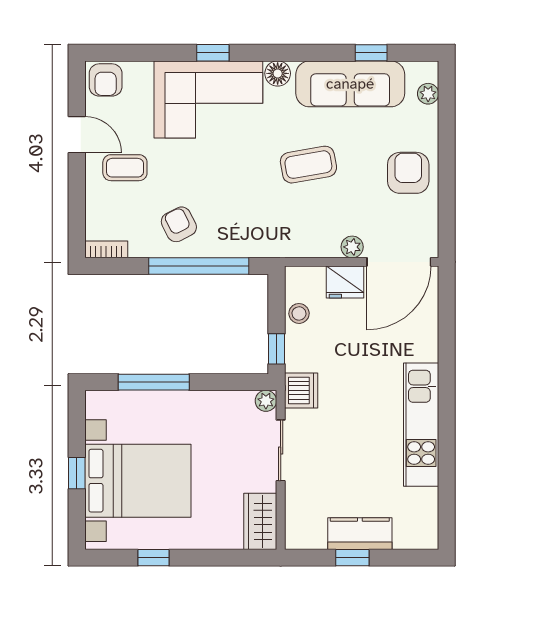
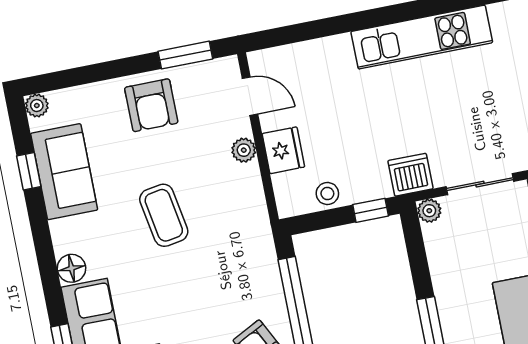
sofa: (350, 84) -> (64, 172), width x0.73
plant: (428, 94) -> (37, 106), moved
armchair: (408, 173) -> (151, 105), turned -90
window: (447, 212) -> (185, 55), added
door: (399, 262) -> (250, 96), width x0.53

